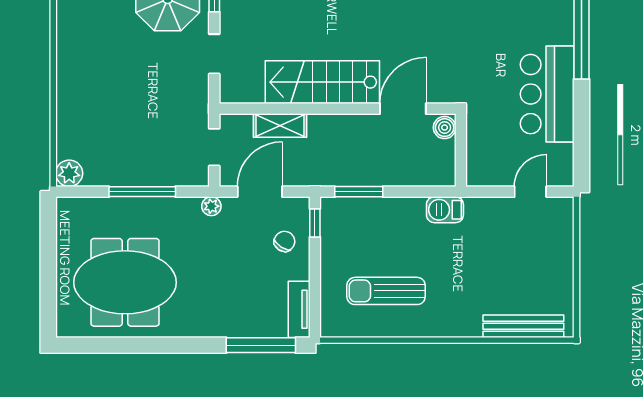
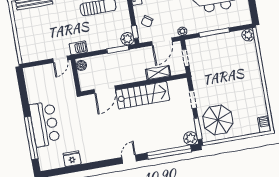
bar counter: (547, 94) -> (44, 124), moved
boiler: (445, 128) -> (81, 65), moved
door: (530, 192) -> (60, 59), moved
plant: (334, 211) -> (127, 39), added

